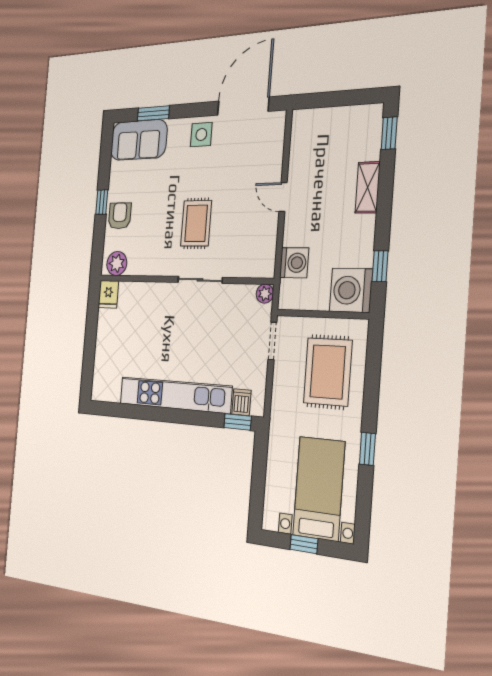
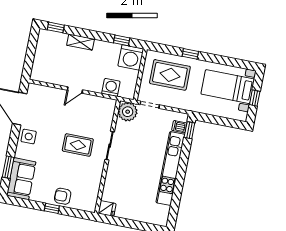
plant: (117, 263) -> (90, 201), removed
plant: (265, 294) -> (128, 112), width x1.88, depth x1.88
window: (367, 449) -> (190, 54), moved

